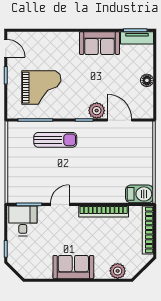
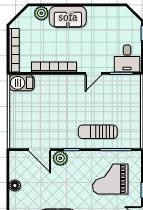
sofa: (73, 267) -> (68, 17), moved

